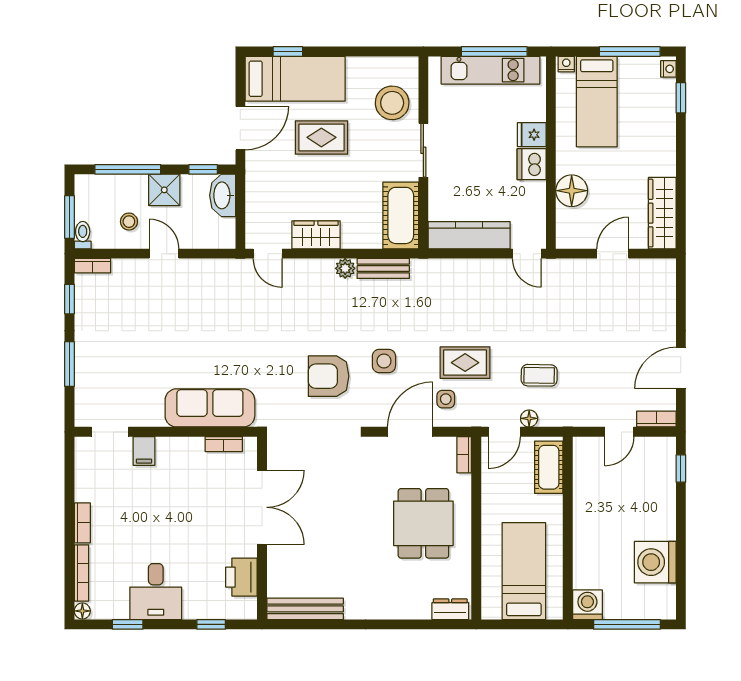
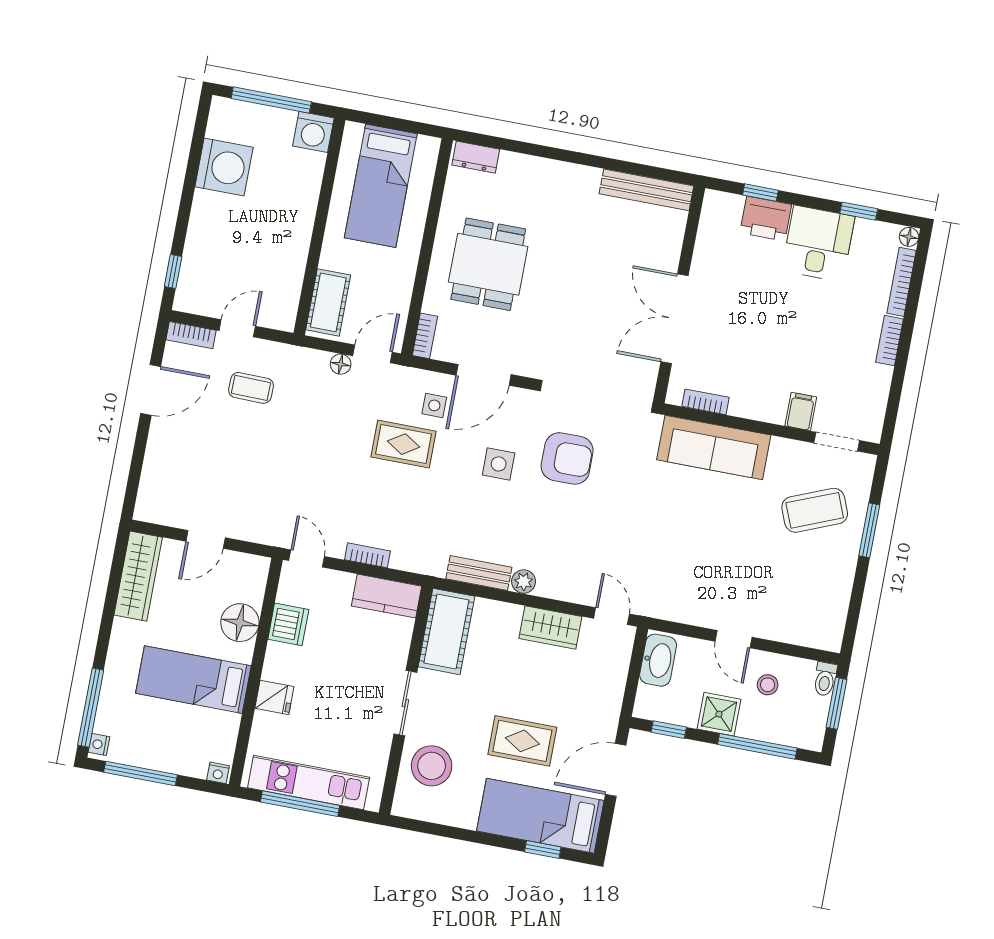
window: (681, 98) -> (91, 708), width x2.17
bed: (597, 102) -> (193, 680), moved, turned -90
dishwasher: (532, 164) -> (288, 624), moved
washbasin: (223, 195) -> (658, 660), moved
kitchen counter: (469, 235) -> (386, 596), width x0.67
bookcase: (92, 266) -> (367, 555), moved
window: (69, 299) -> (855, 607), removed
coffee table: (117, 372) -> (815, 510), added
coffee table: (539, 375) -> (251, 388), moved
printer: (241, 577) -> (766, 219), moved, turned 90

